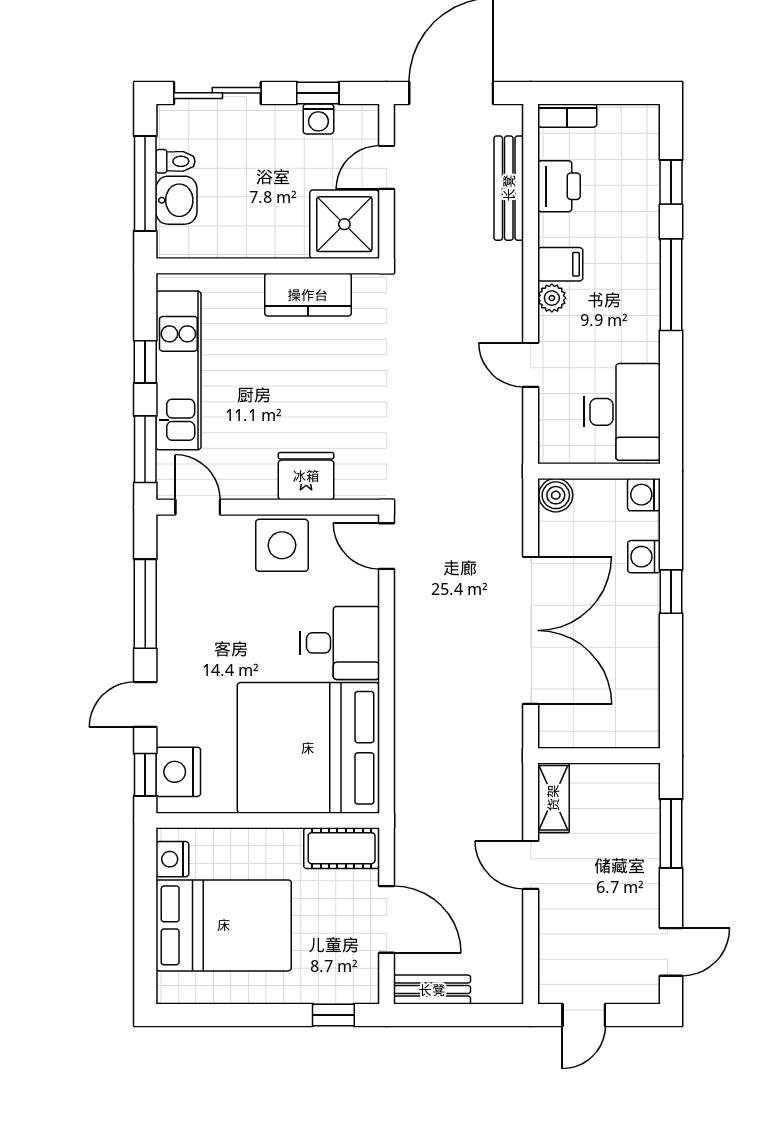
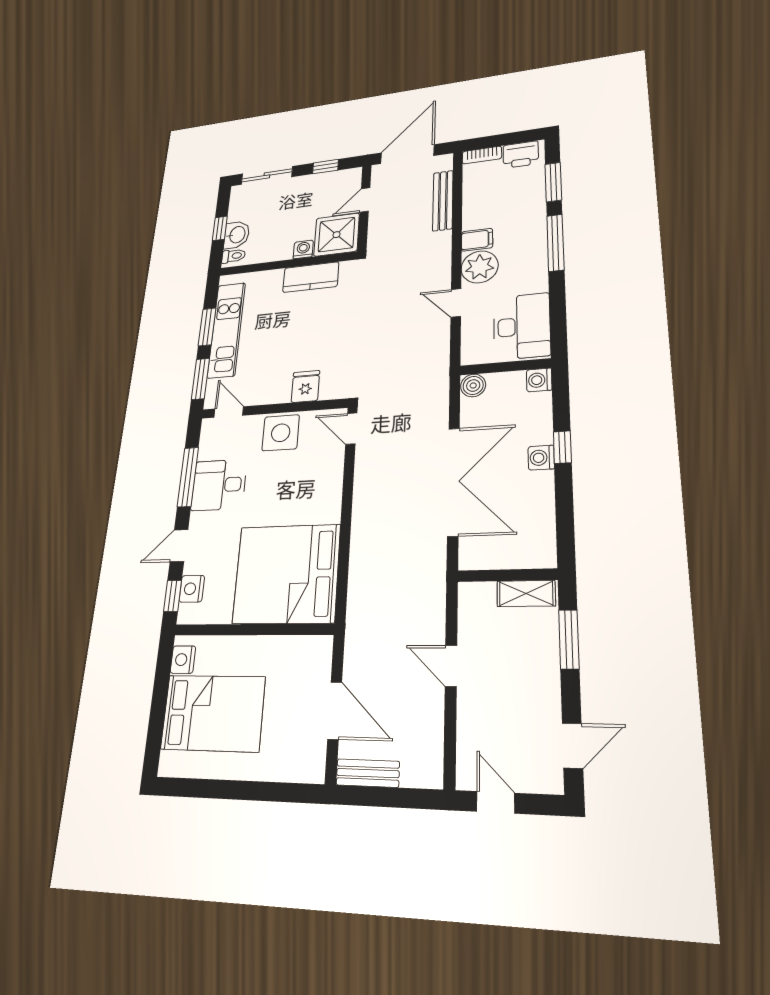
washing machine: (318, 119) -> (303, 249), moved, turned 180
toilet: (175, 161) -> (234, 256), moved
window: (671, 182) -> (553, 182), width x1.50
window: (145, 183) -> (220, 228), width x0.46
printer: (559, 186) -> (521, 155), moved, turned 90
plant: (552, 298) -> (480, 267), width x1.88, depth x1.88
window: (145, 362) -> (207, 327), width x1.50
fridge: (306, 476) -> (305, 386), width x0.72
washing machine: (644, 557) -> (541, 458), moved
desk: (340, 643) -> (219, 485), moved, turned 180
nightstand: (178, 772) -> (192, 589), width x0.74, depth x0.75
shelving: (553, 798) -> (526, 593), moved, turned 90
cot: (342, 848) -> (305, 651), removed
window: (333, 1015) -> (288, 792), removed
door: (584, 1015) -> (496, 802), swing flipped

